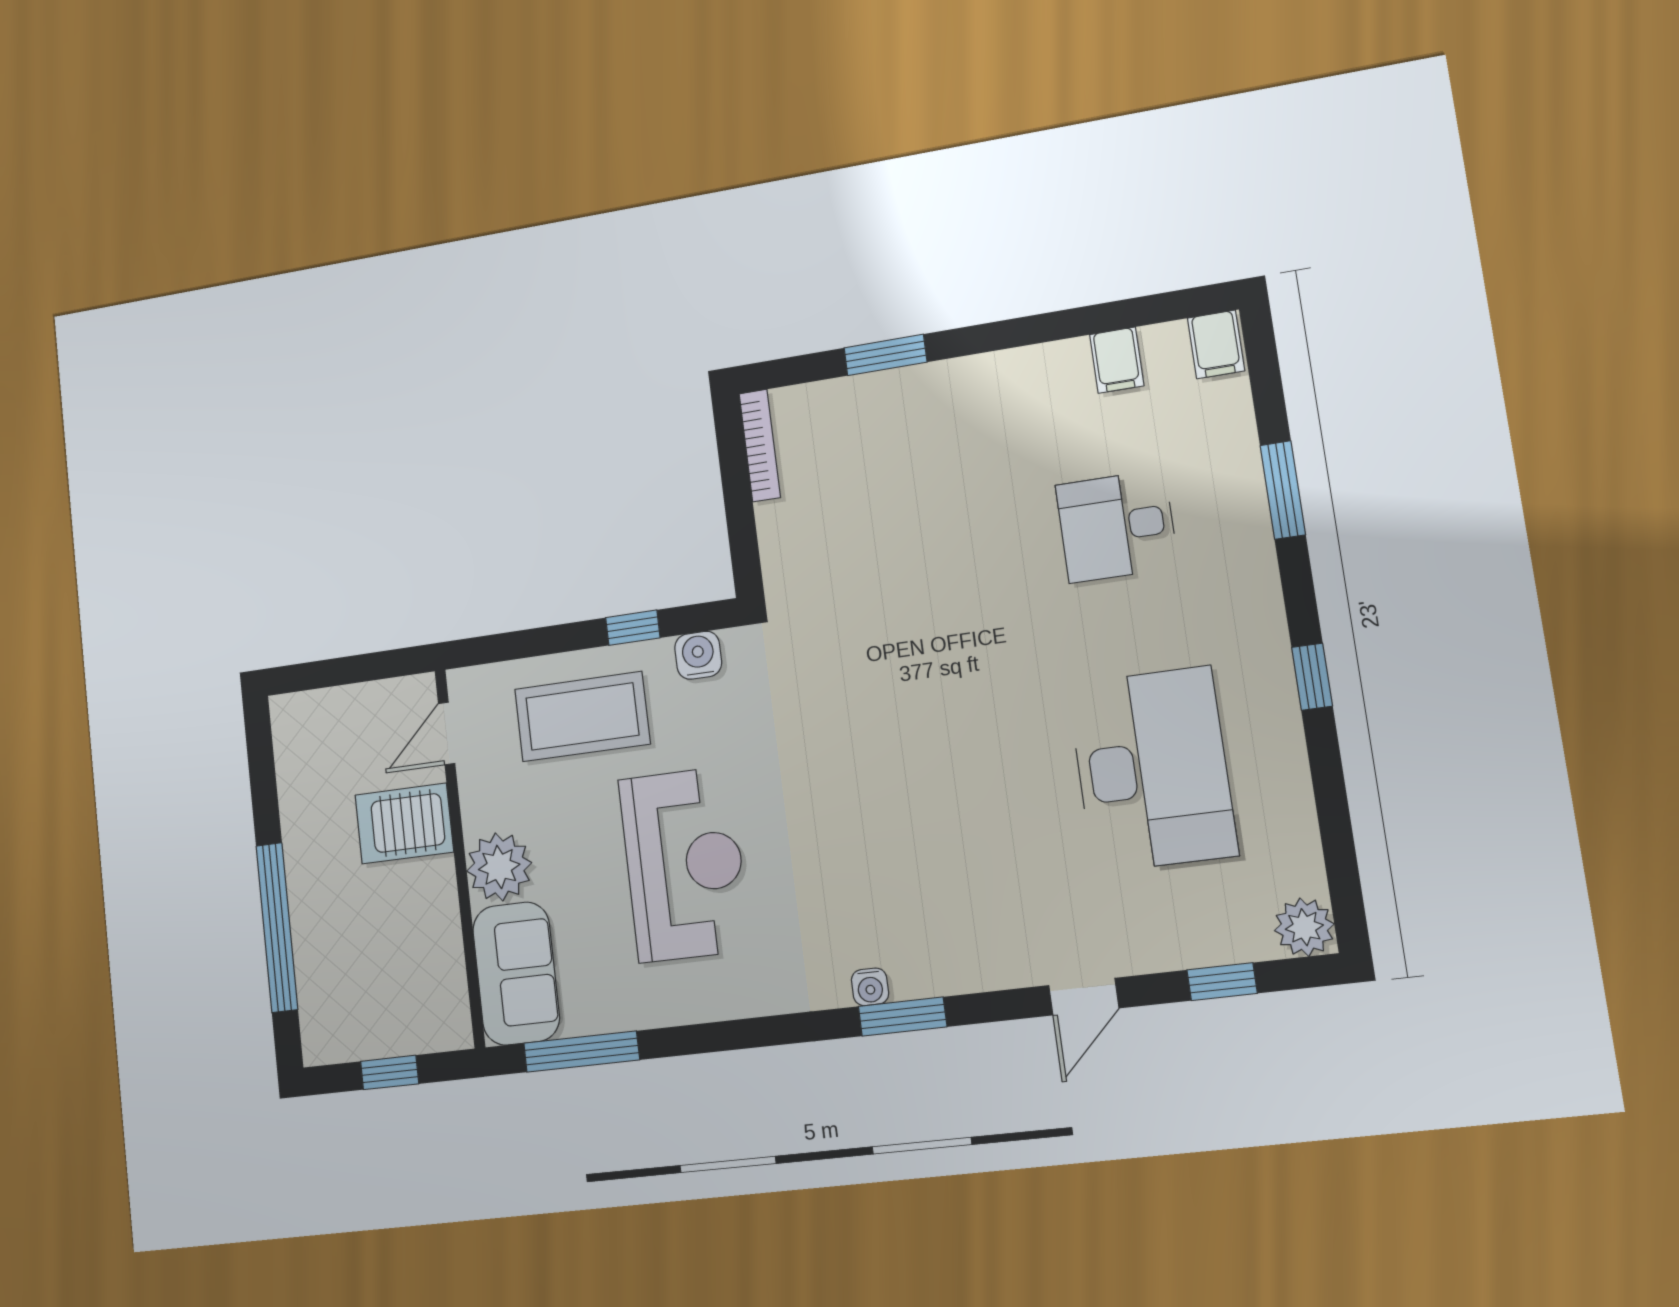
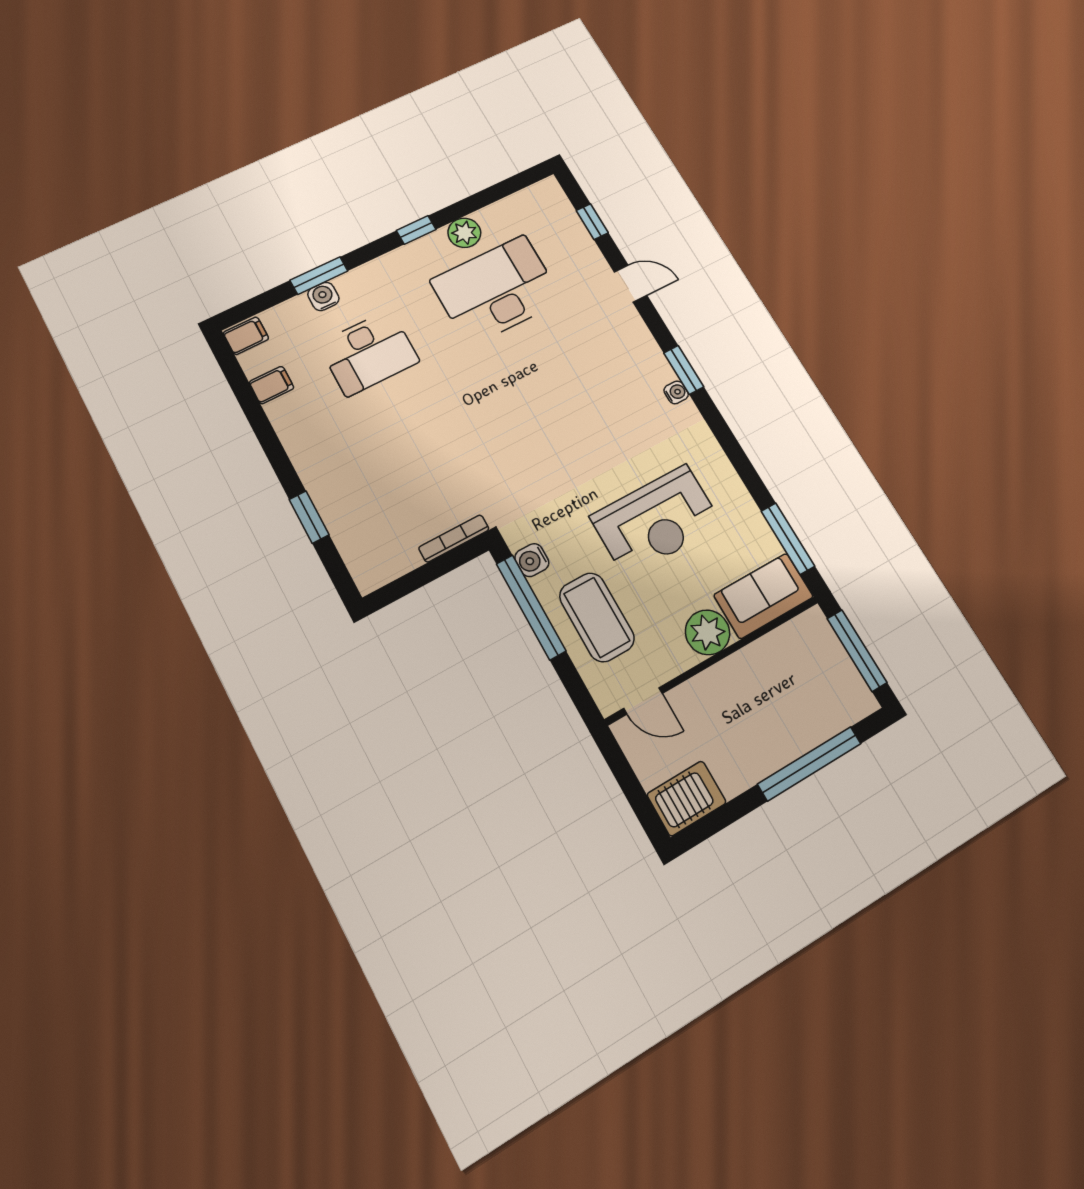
bookcase: (760, 445) -> (454, 538), moved
water cooler: (1242, 486) -> (323, 296), added
desk: (1117, 526) -> (369, 353), width x1.37
window: (633, 628) -> (531, 607), width x3.17
server rack: (404, 823) -> (687, 798), moved, turned -90
reception desk: (684, 864) -> (656, 521), turned 180
plant: (1304, 927) -> (464, 233), moved
window: (390, 1072) -> (857, 650), width x2.17

